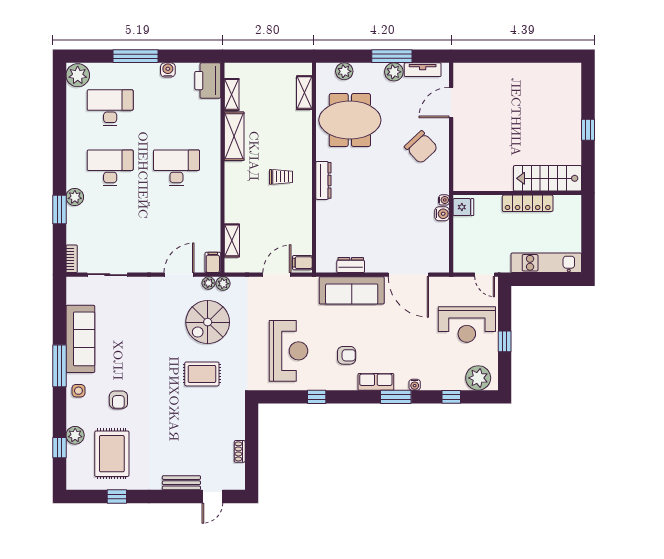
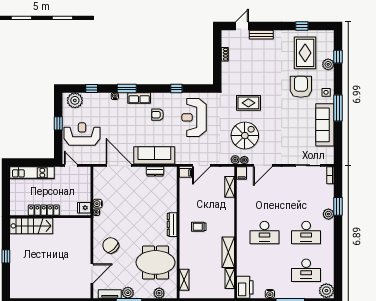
armchair: (118, 400) -> (301, 87), width x1.88, depth x1.88

